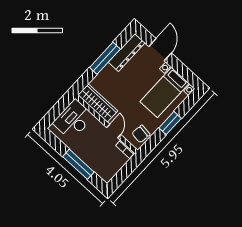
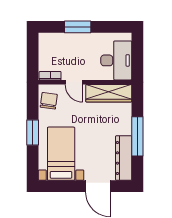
window: (78, 164) -> (78, 27), width x0.69

